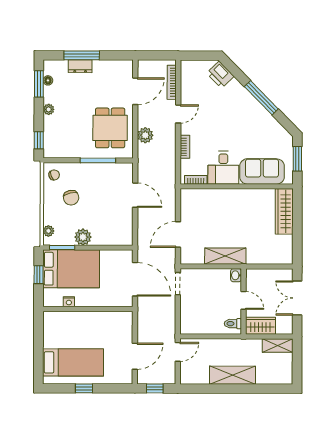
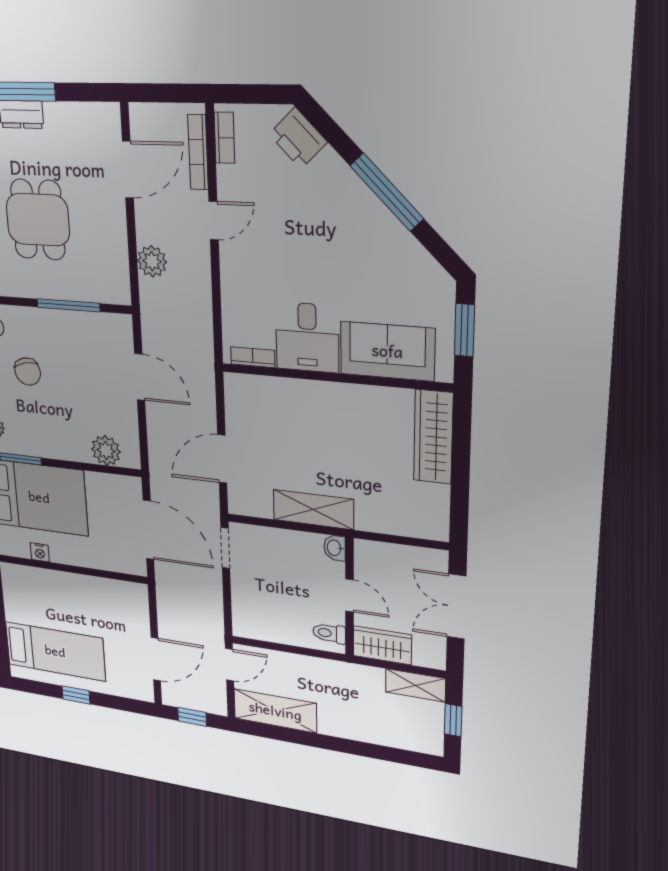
dining table: (110, 128) -> (38, 220), moved
bookcase: (185, 147) -> (224, 138), moved
plant: (83, 237) -> (106, 450), moved
window: (297, 362) -> (453, 720), added
shelving: (232, 375) -> (275, 711), moved

